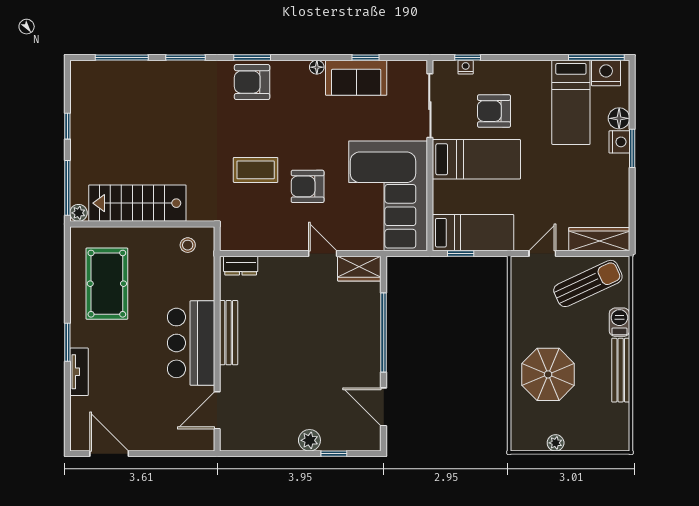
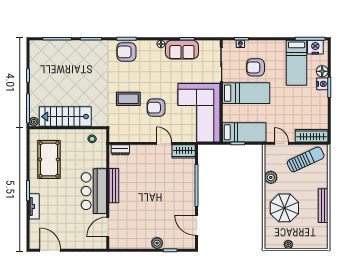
door: (542, 253) -> (281, 143), hinge flipped
plant: (523, 317) -> (271, 177), added
barbecue: (619, 322) -> (322, 180), removed

